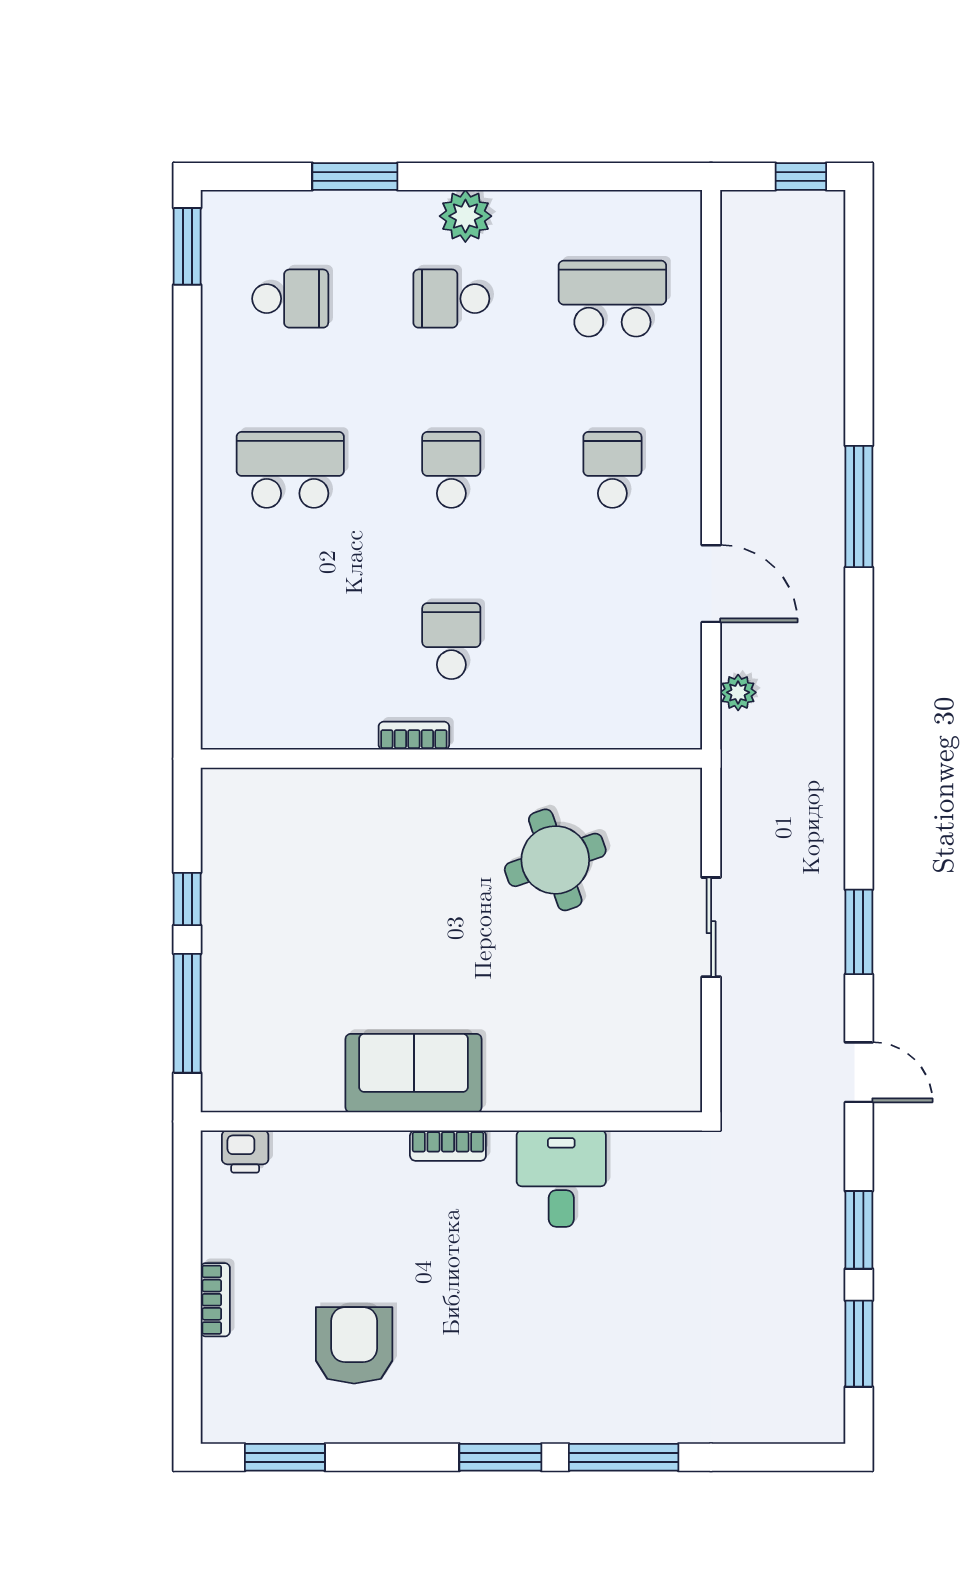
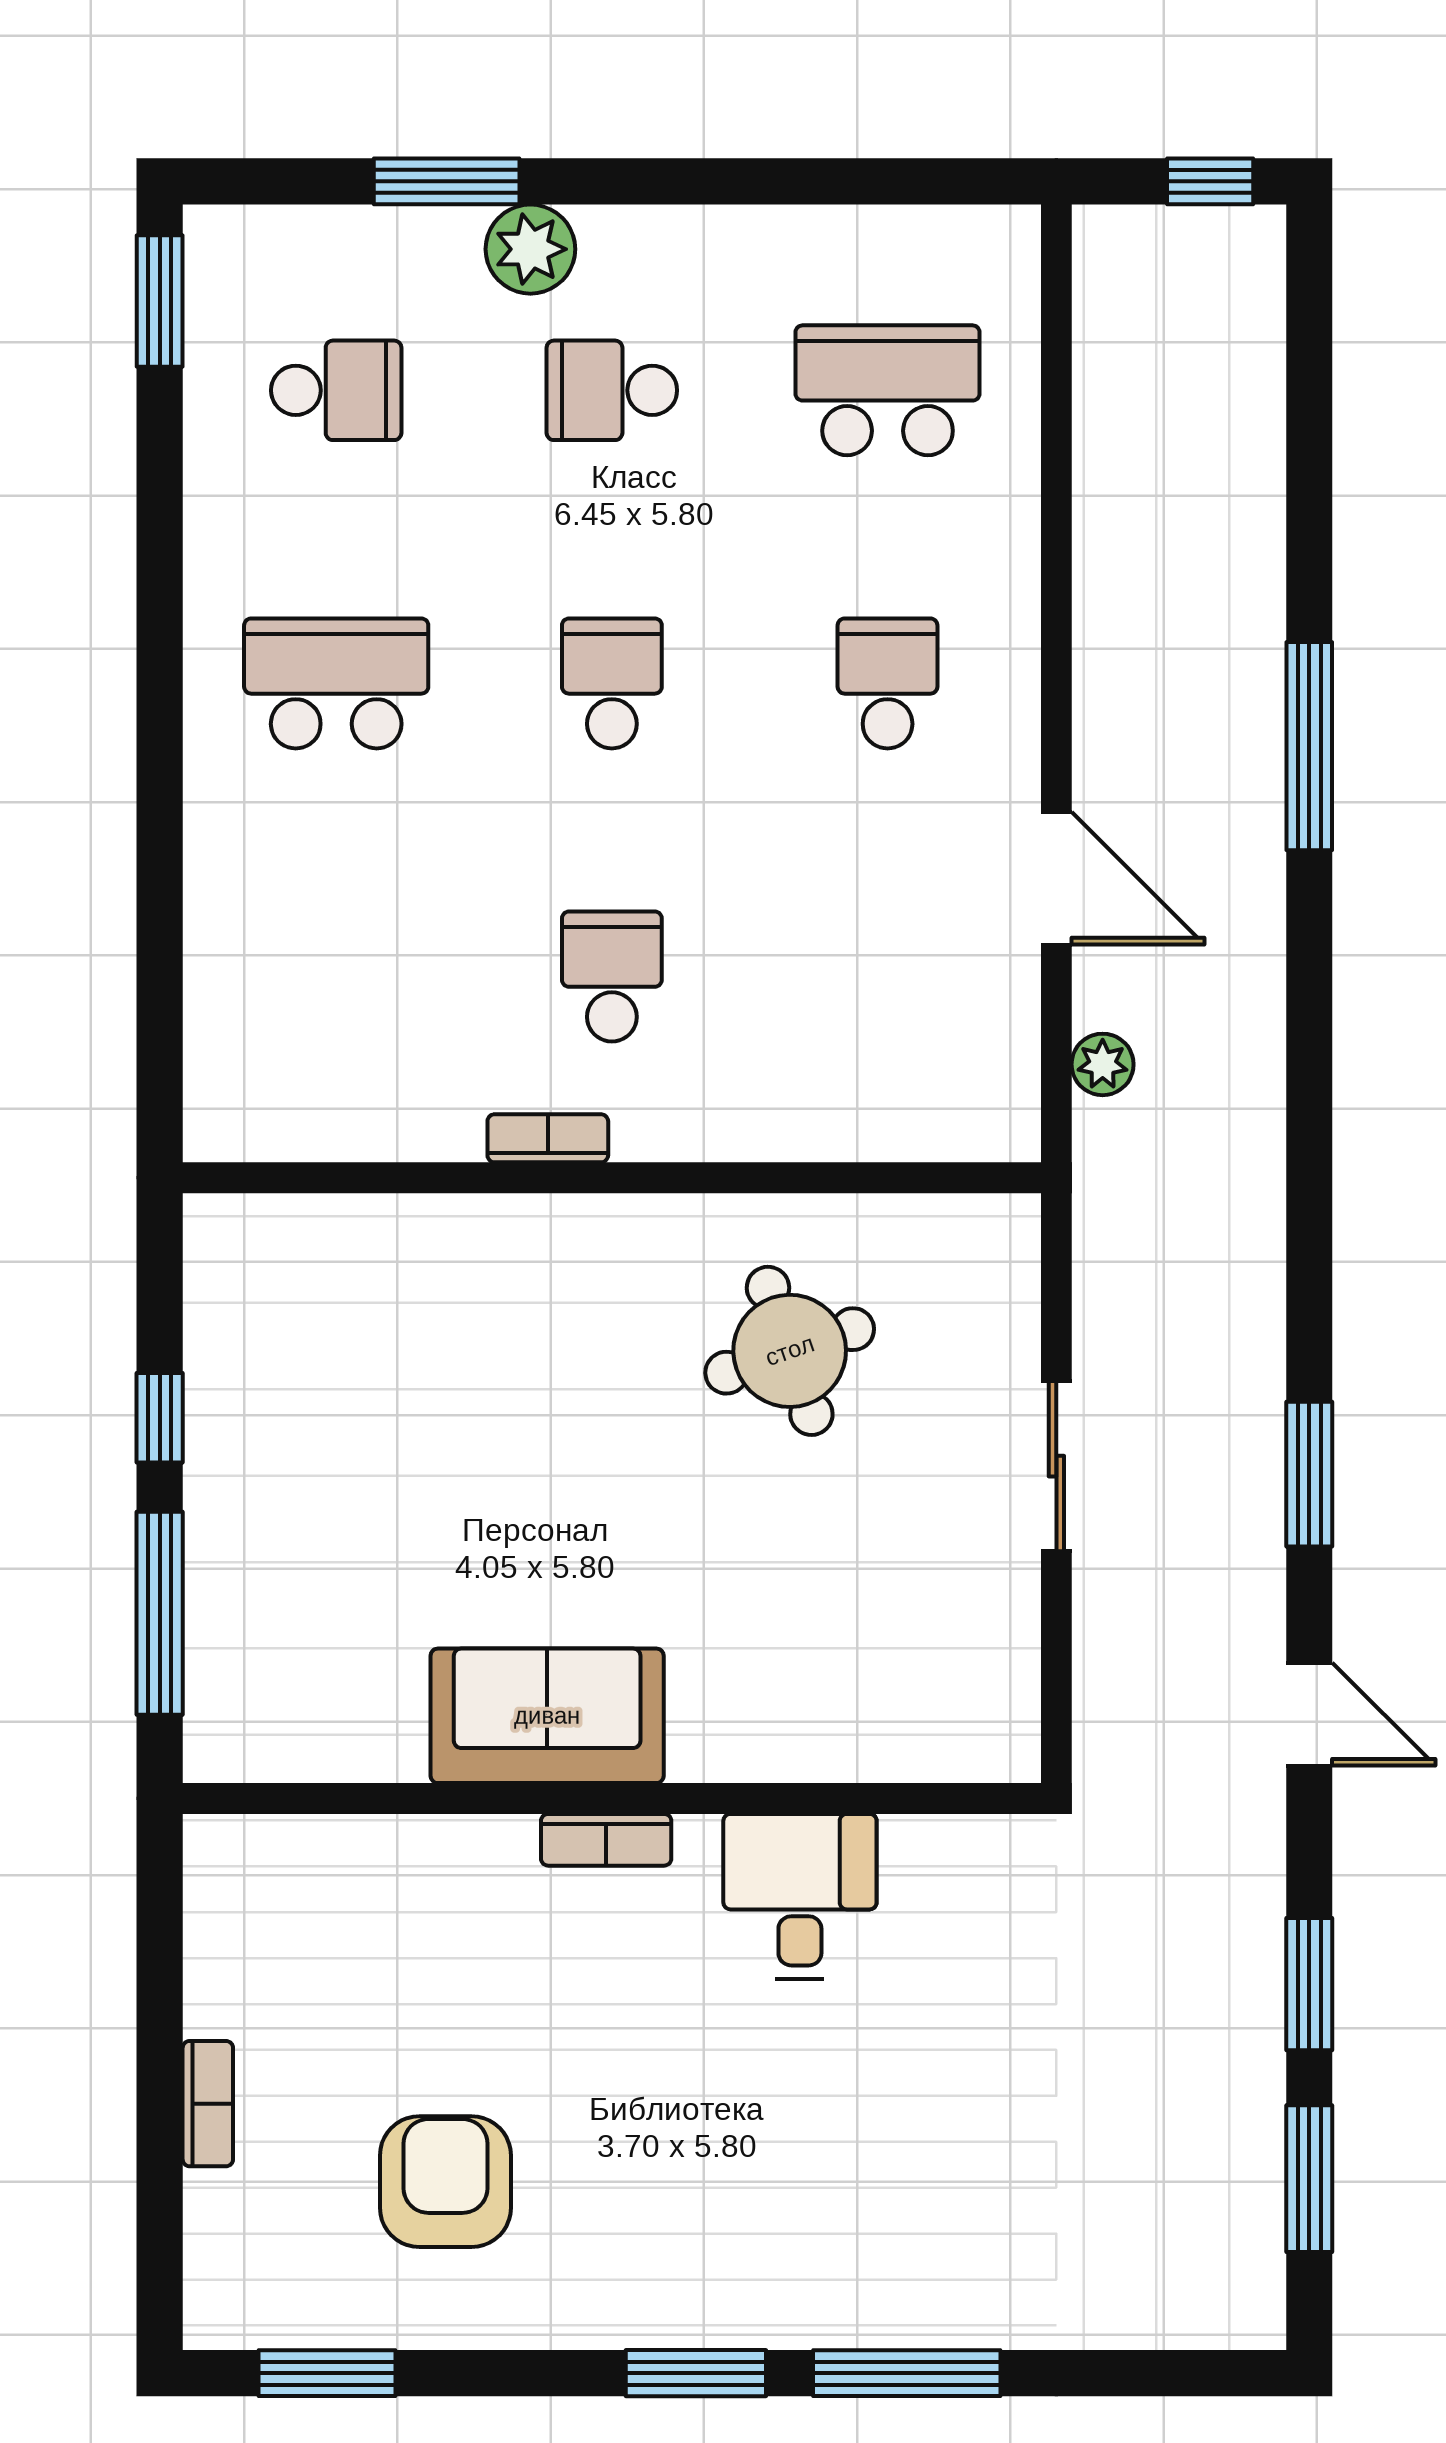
plant: (465, 216) -> (530, 249), moved
printer: (245, 1152) -> (259, 1850), removed

